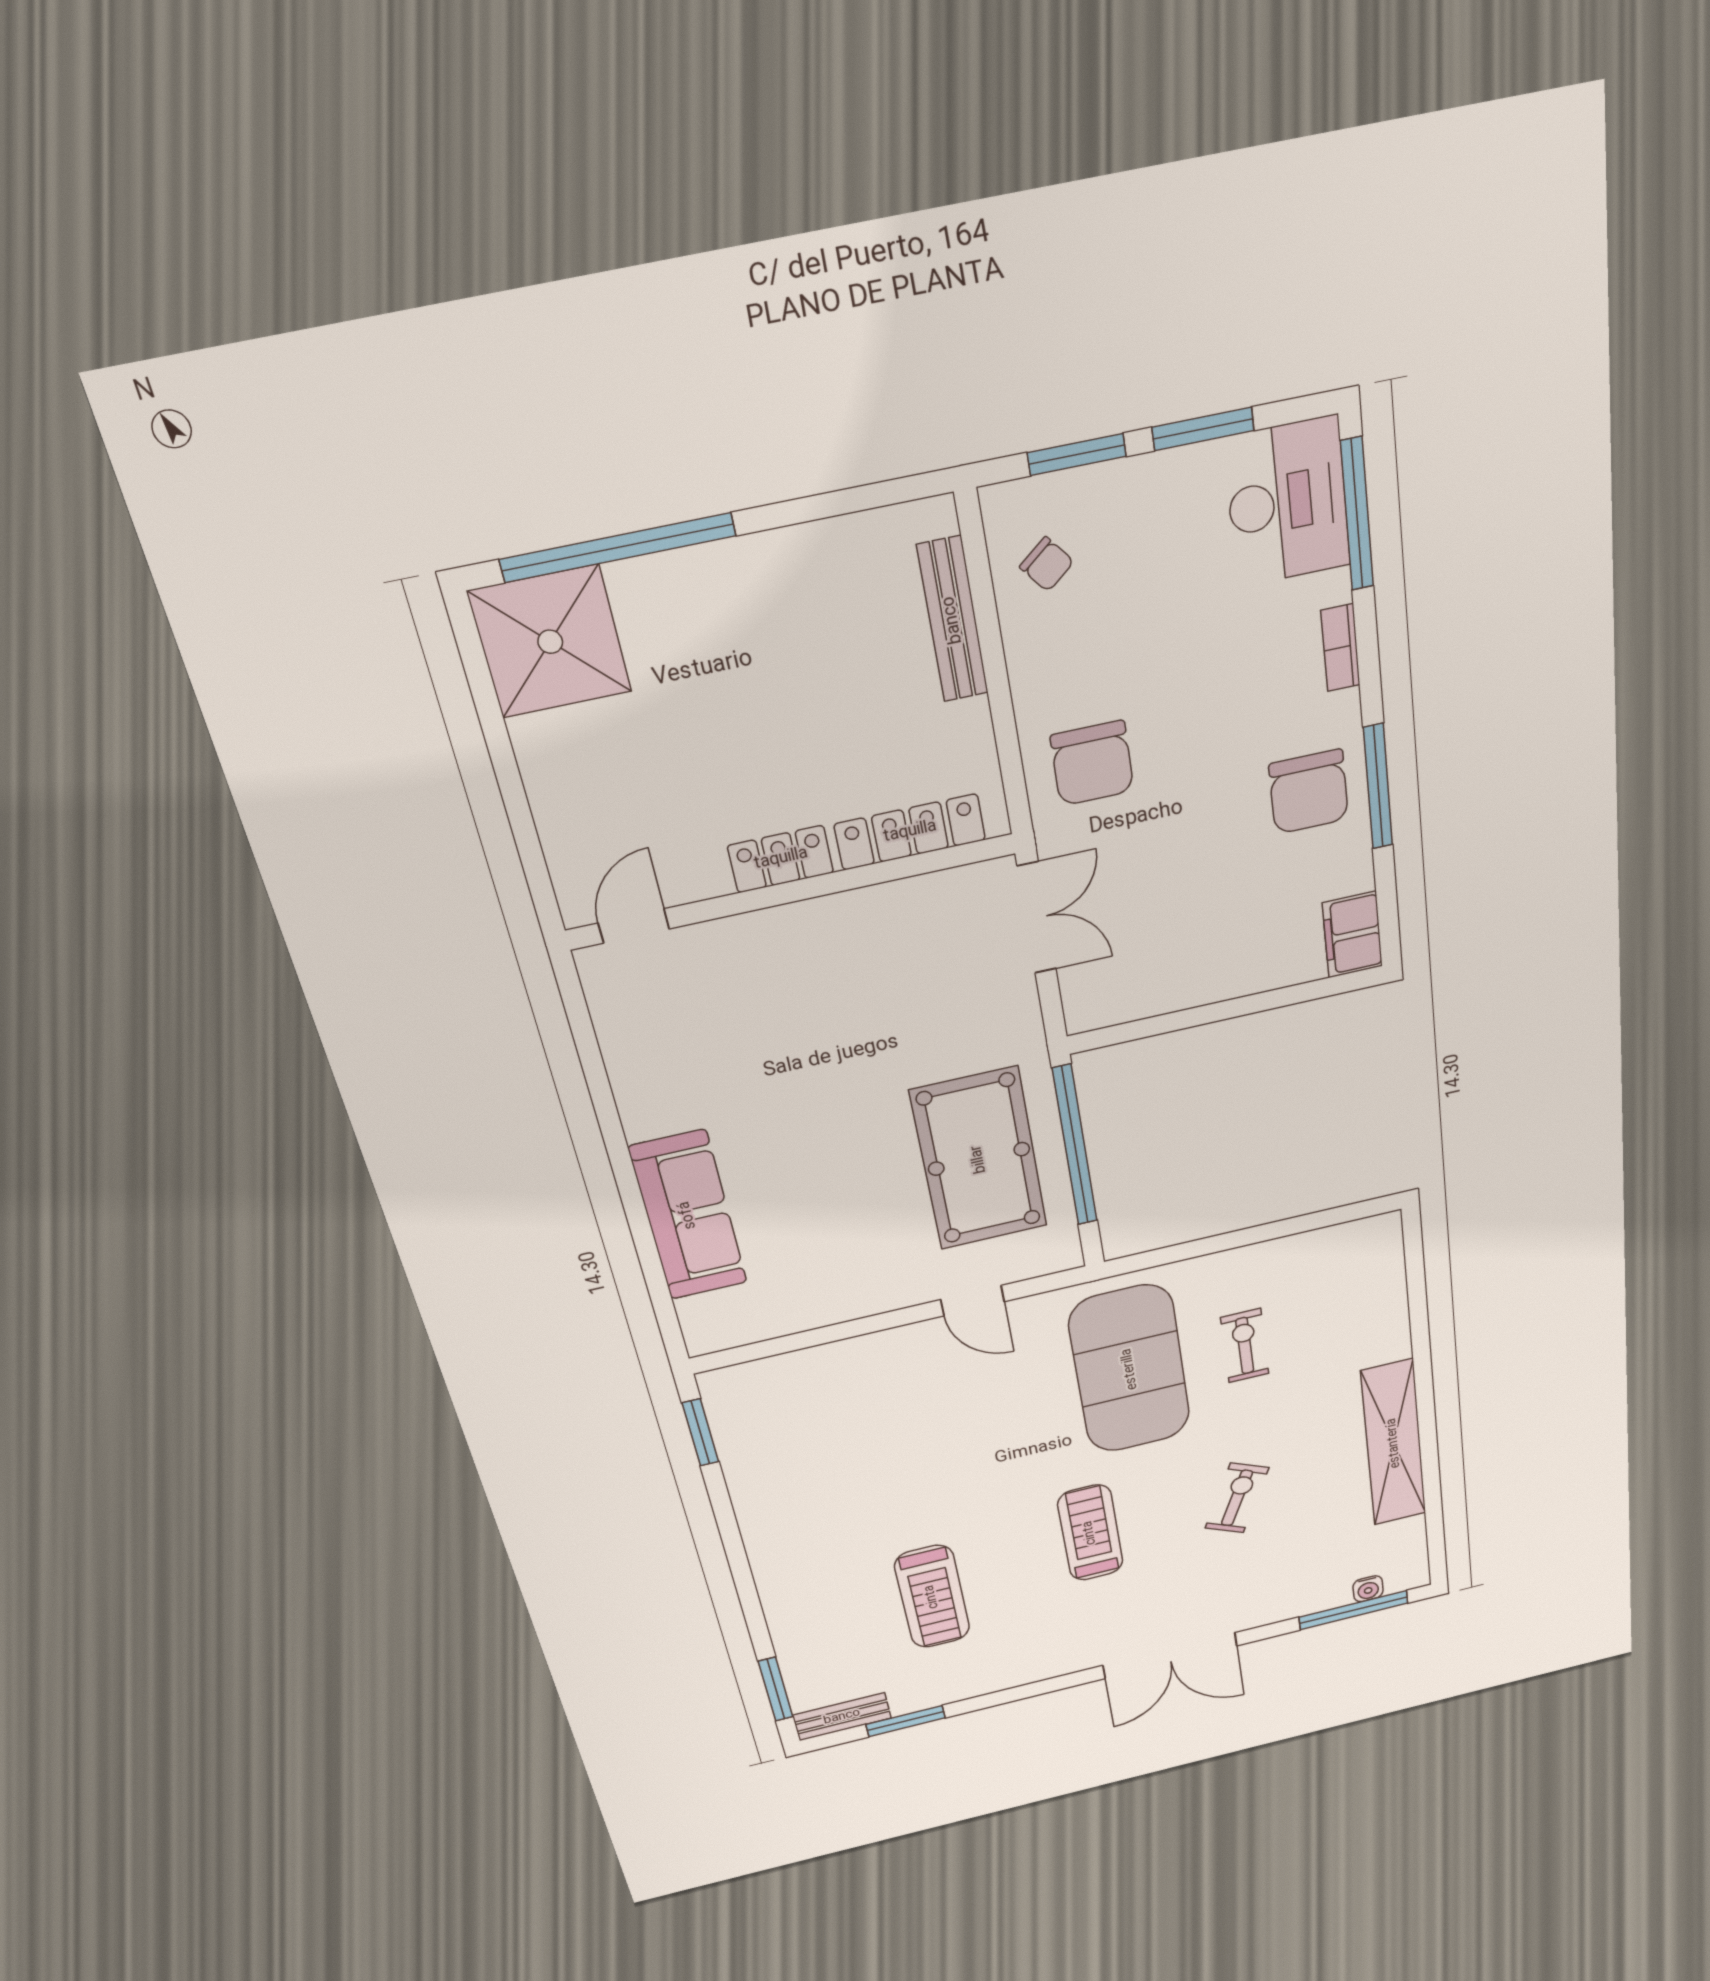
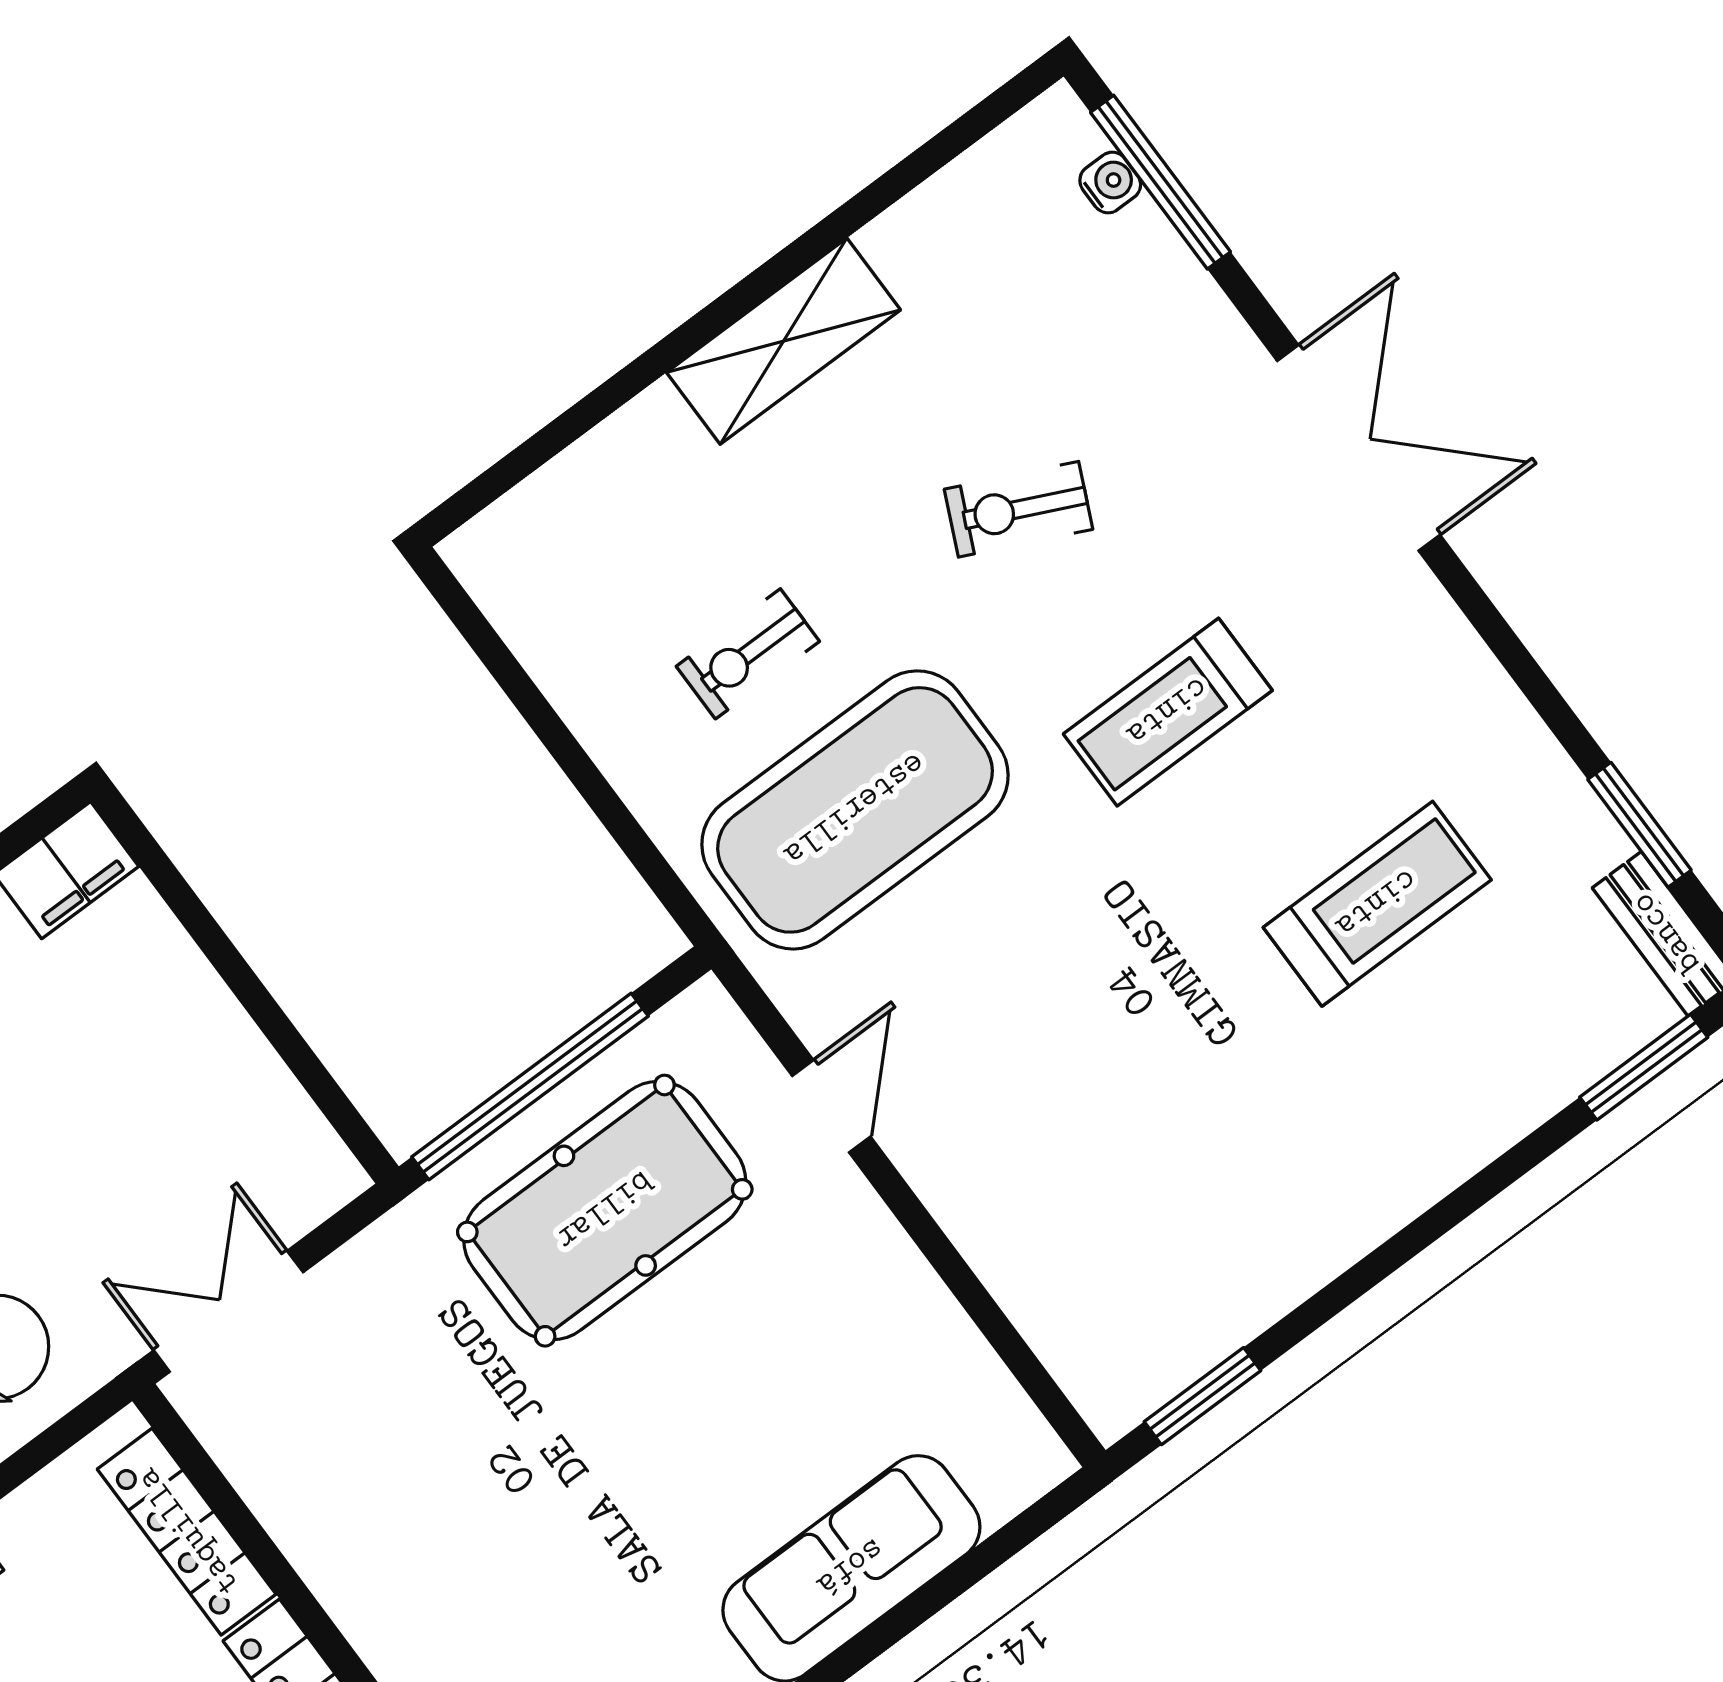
shelving: (1394, 1443) -> (783, 341), width x0.68

